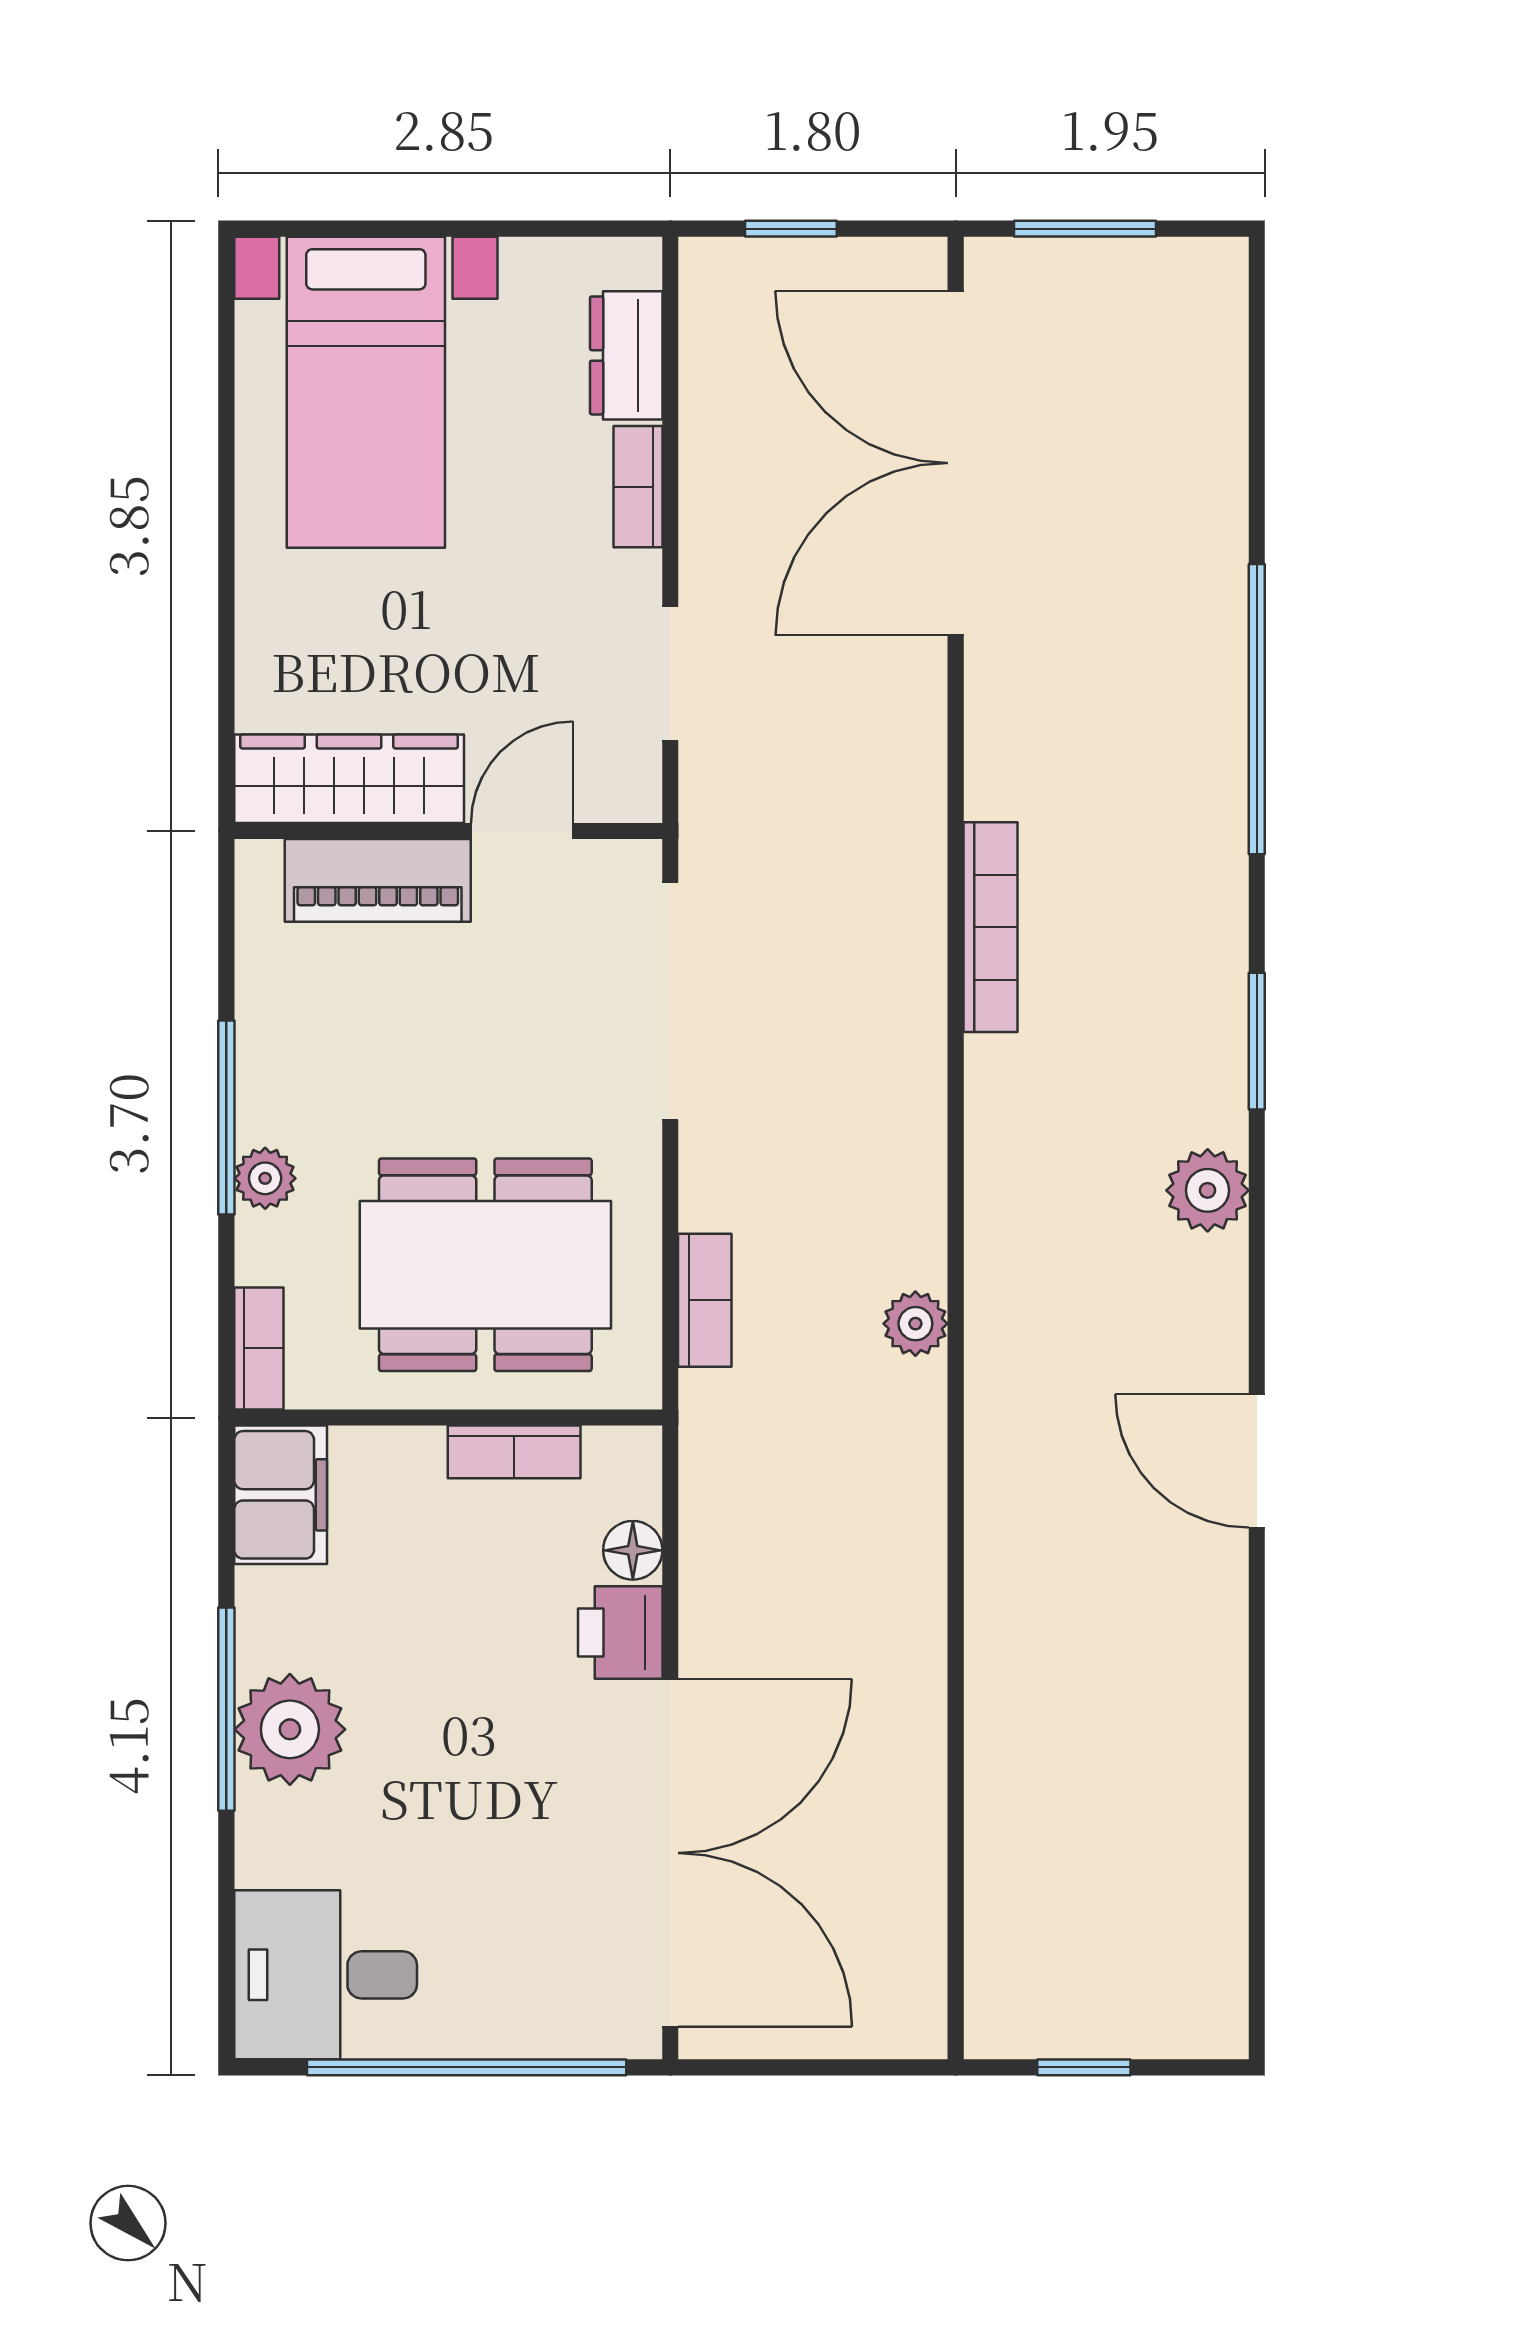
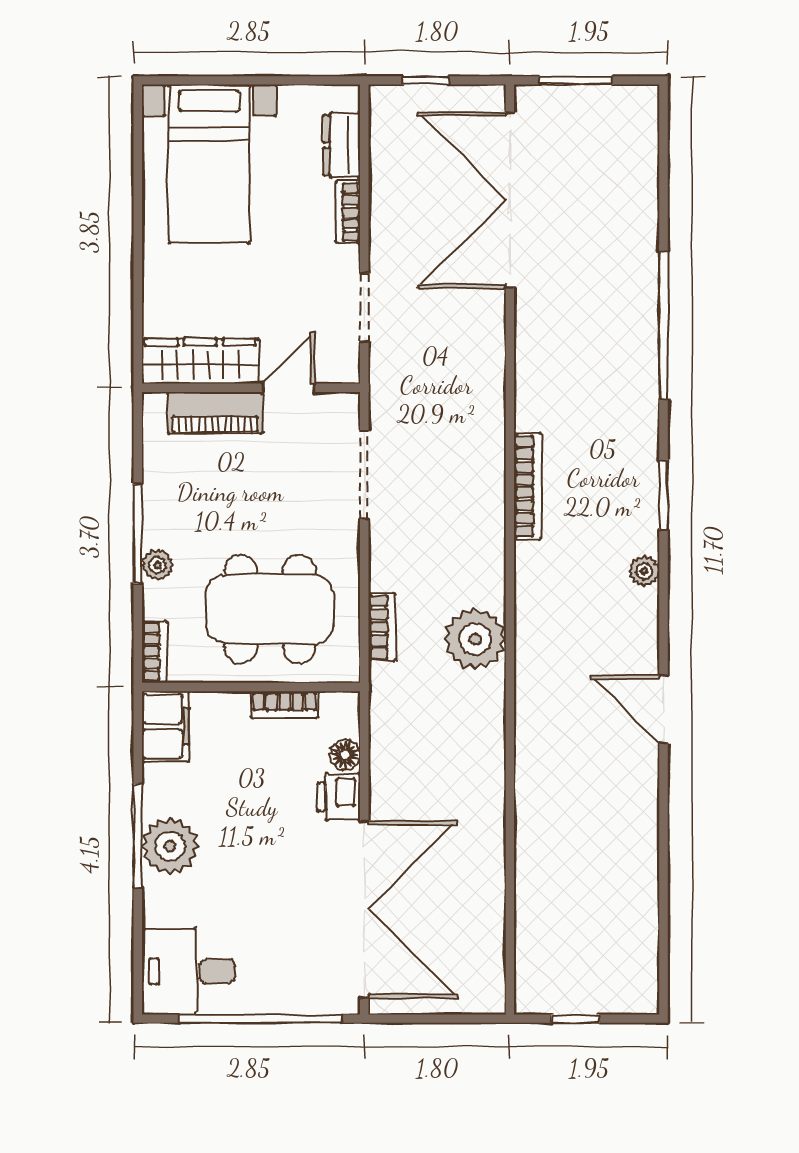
bookcase: (990, 927) -> (528, 486), moved
doorway: (670, 1001) -> (364, 475), width x0.73
plant: (1208, 1190) -> (644, 571), width x0.73, depth x0.73
plant: (915, 1324) -> (475, 639), width x1.88, depth x1.88

